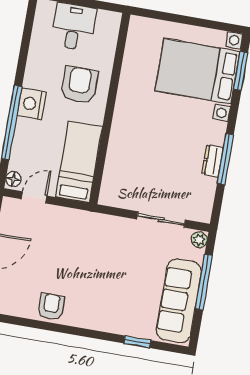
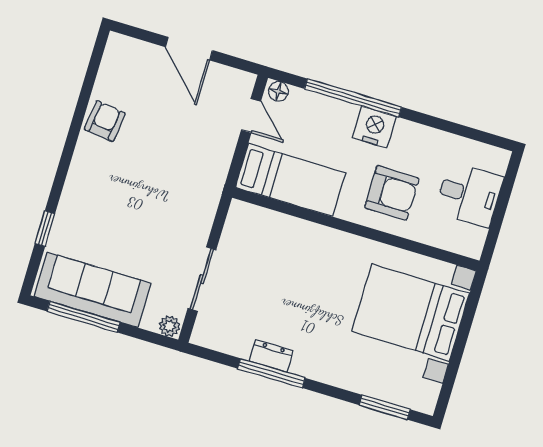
bed with nightstands: (197, 71) -> (411, 313), moved, turned -90
window: (204, 282) -> (84, 317), moved
armchair: (51, 306) -> (105, 121), turned -83

